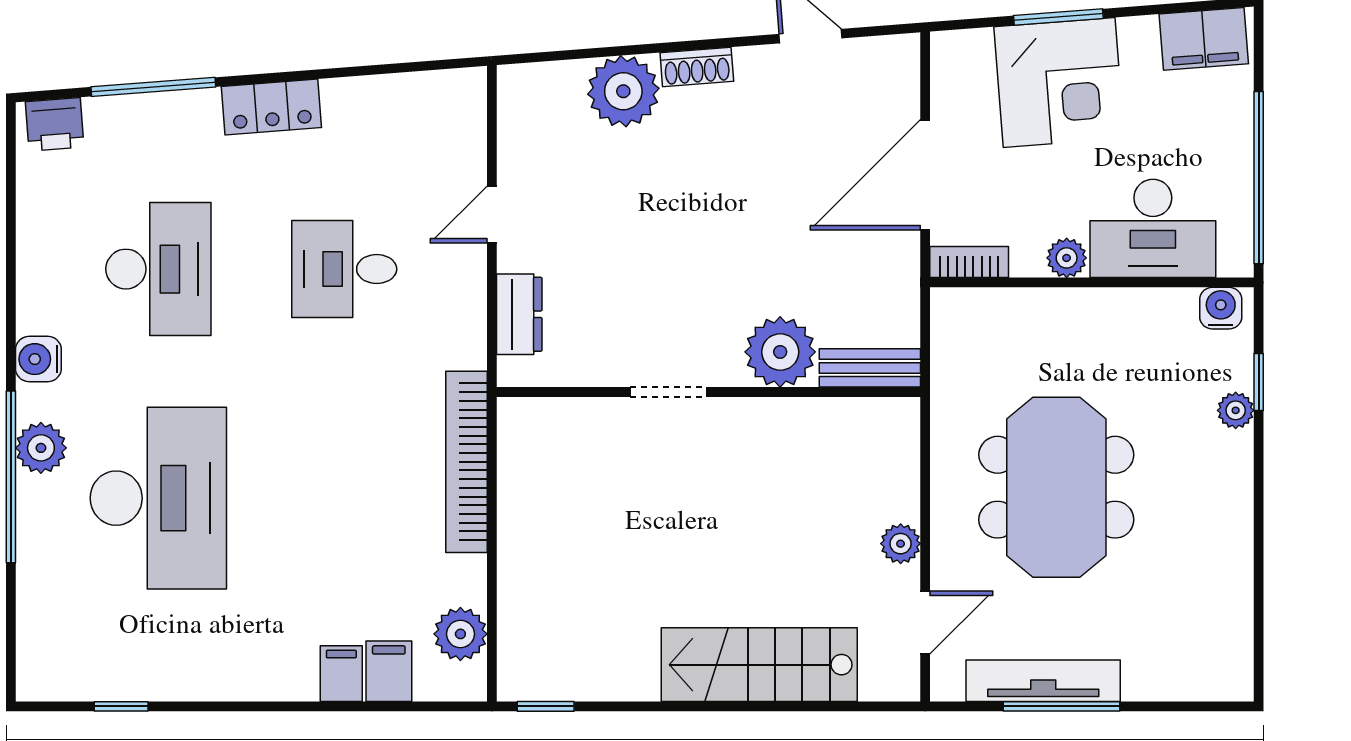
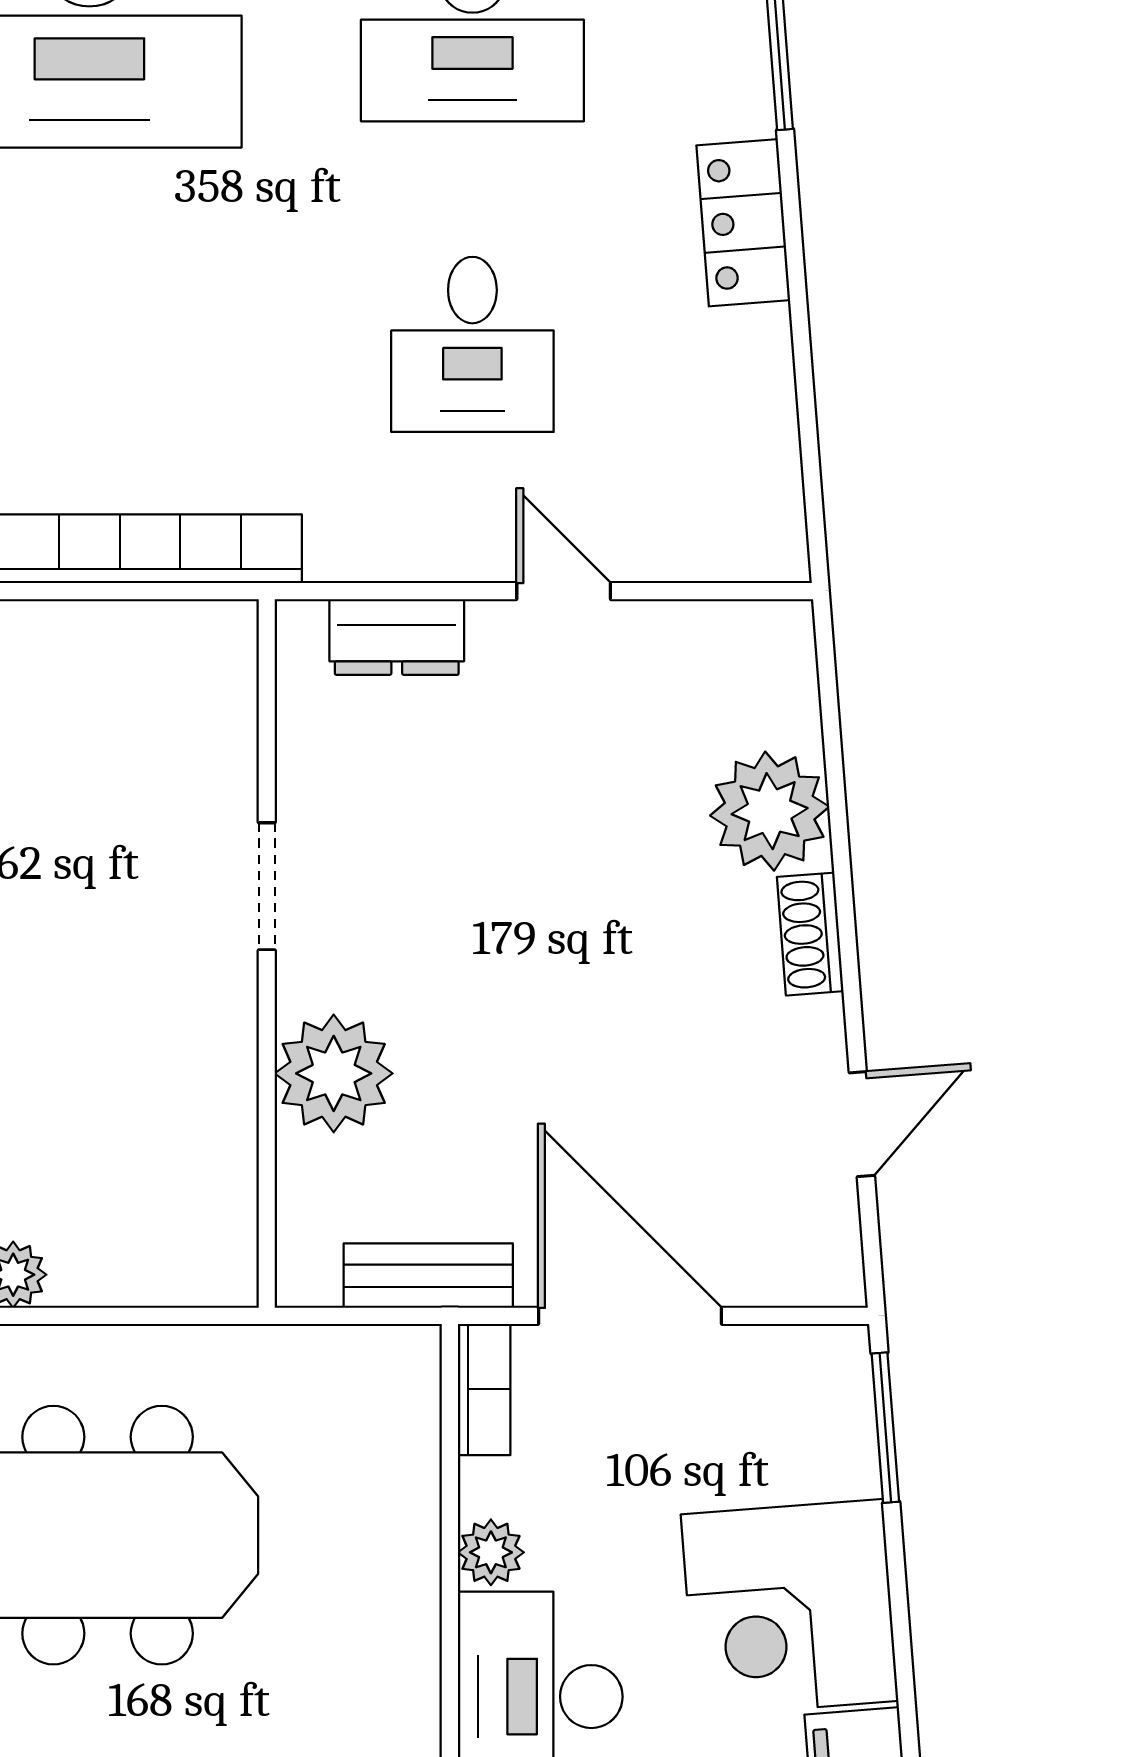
window: (1058, 17) -> (885, 1428), moved
corner desk: (1059, 82) -> (790, 1608), moved
desk: (344, 269) -> (472, 344), turned 180
bench: (870, 368) -> (428, 1276), moved, turned 90

